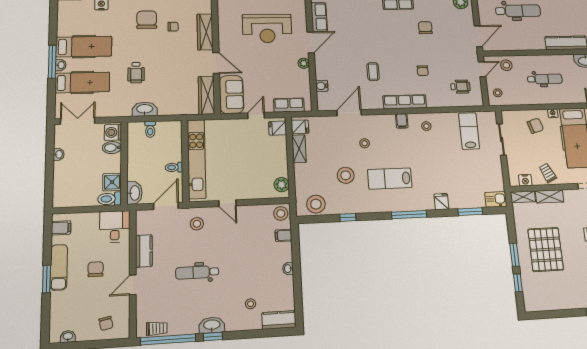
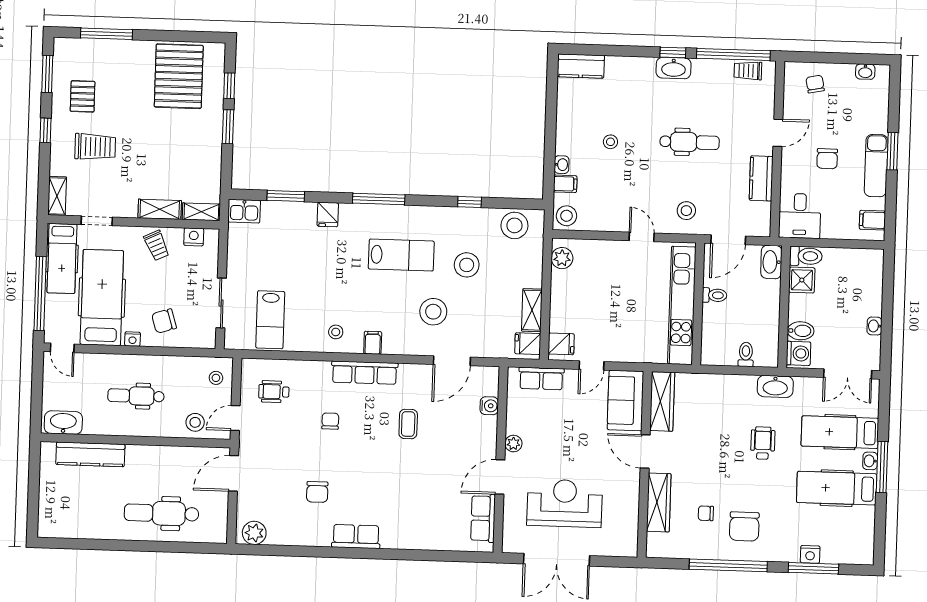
washbasin: (145, 109) -> (775, 386), moved
stool: (365, 143) -> (433, 312), width x1.89, depth x1.89
pallet: (546, 249) -> (179, 76), moved
washbasin: (288, 269) -> (562, 165), moved
stool: (251, 304) -> (610, 142), moved

